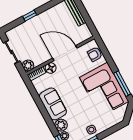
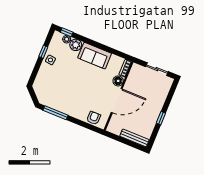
window: (30, 16) -> (161, 118), moved
plant: (28, 65) -> (136, 69), removed
corner sofa: (104, 89) -> (65, 97), removed

